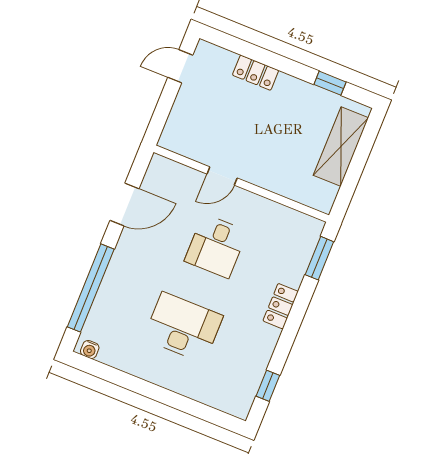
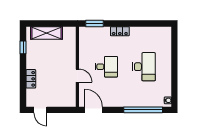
door: (124, 204) -> (94, 110), moved
desk: (183, 327) -> (144, 67), turned 180
window: (268, 386) -> (154, 24), removed

